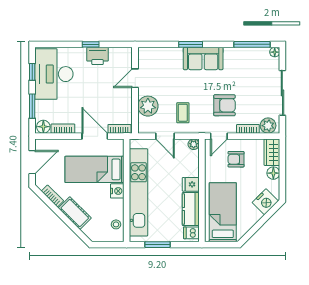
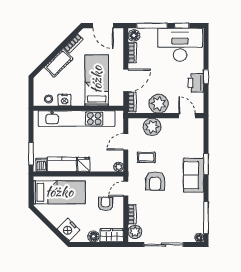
door: (135, 78) -> (187, 116), moved
plant: (121, 99) -> (159, 104), added
armchair: (224, 105) -> (155, 181), moved
window: (32, 106) -> (152, 26), width x1.44
door: (219, 136) -> (126, 189), hinge flipped
nightstand: (117, 191) -> (65, 100), moved
window: (157, 245) -> (31, 154), moved

